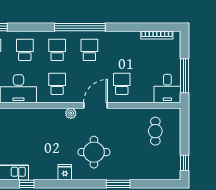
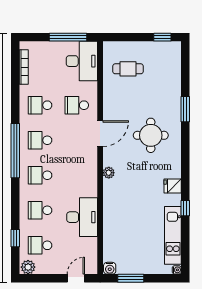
school desk: (57, 84) -> (40, 105), moved
desk: (167, 89) -> (82, 61), width x1.37
door: (96, 105) -> (100, 134), swing flipped
plant: (71, 113) -> (109, 173), moved
fridge: (65, 172) -> (173, 186), moved

